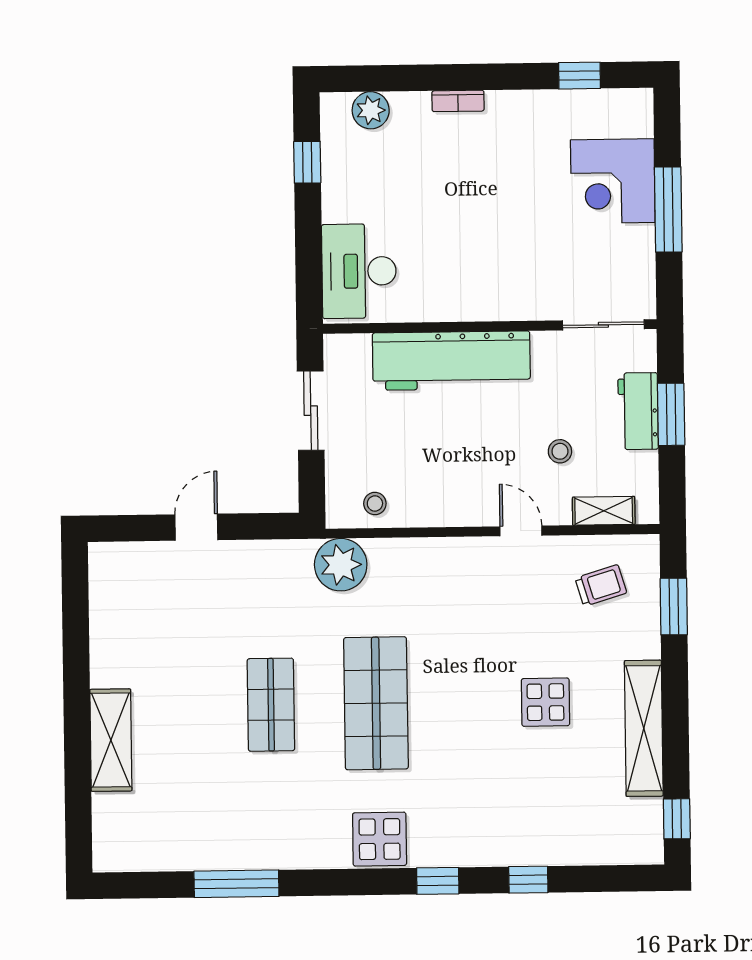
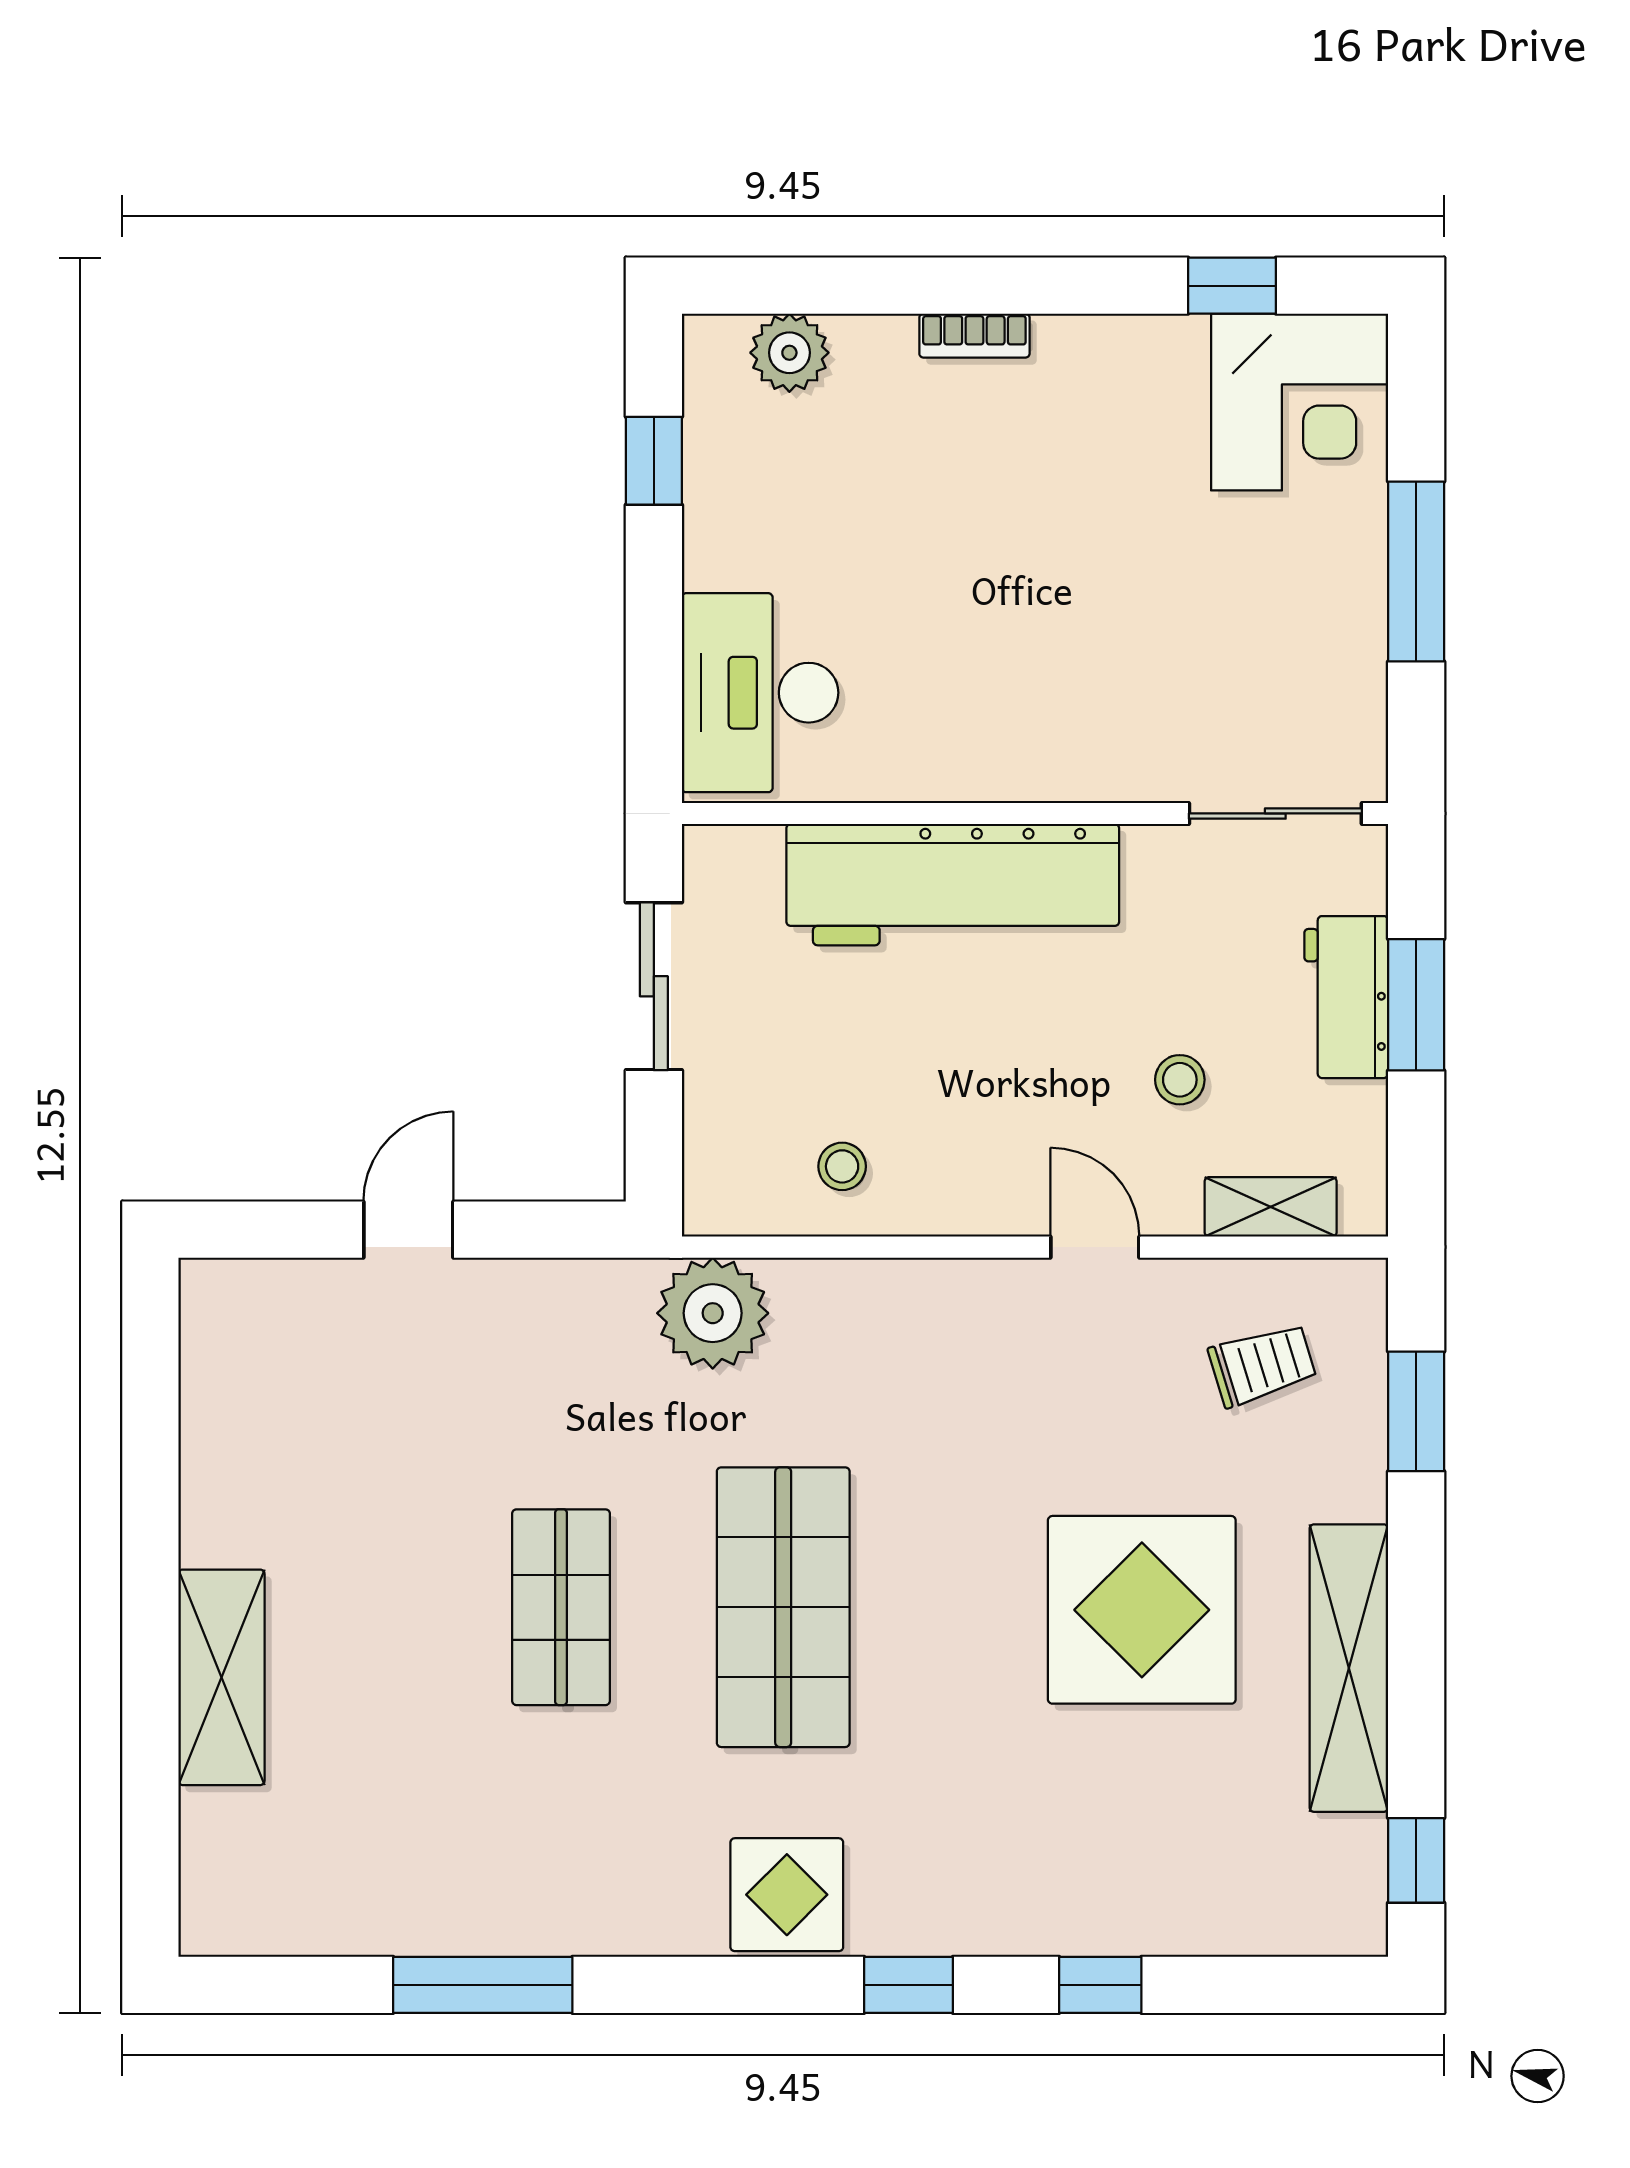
corner desk: (613, 181) -> (1300, 402), moved, turned -90
stool: (375, 504) -> (842, 1166), moved
display table: (545, 702) -> (1142, 1610), width x1.86, depth x1.86

